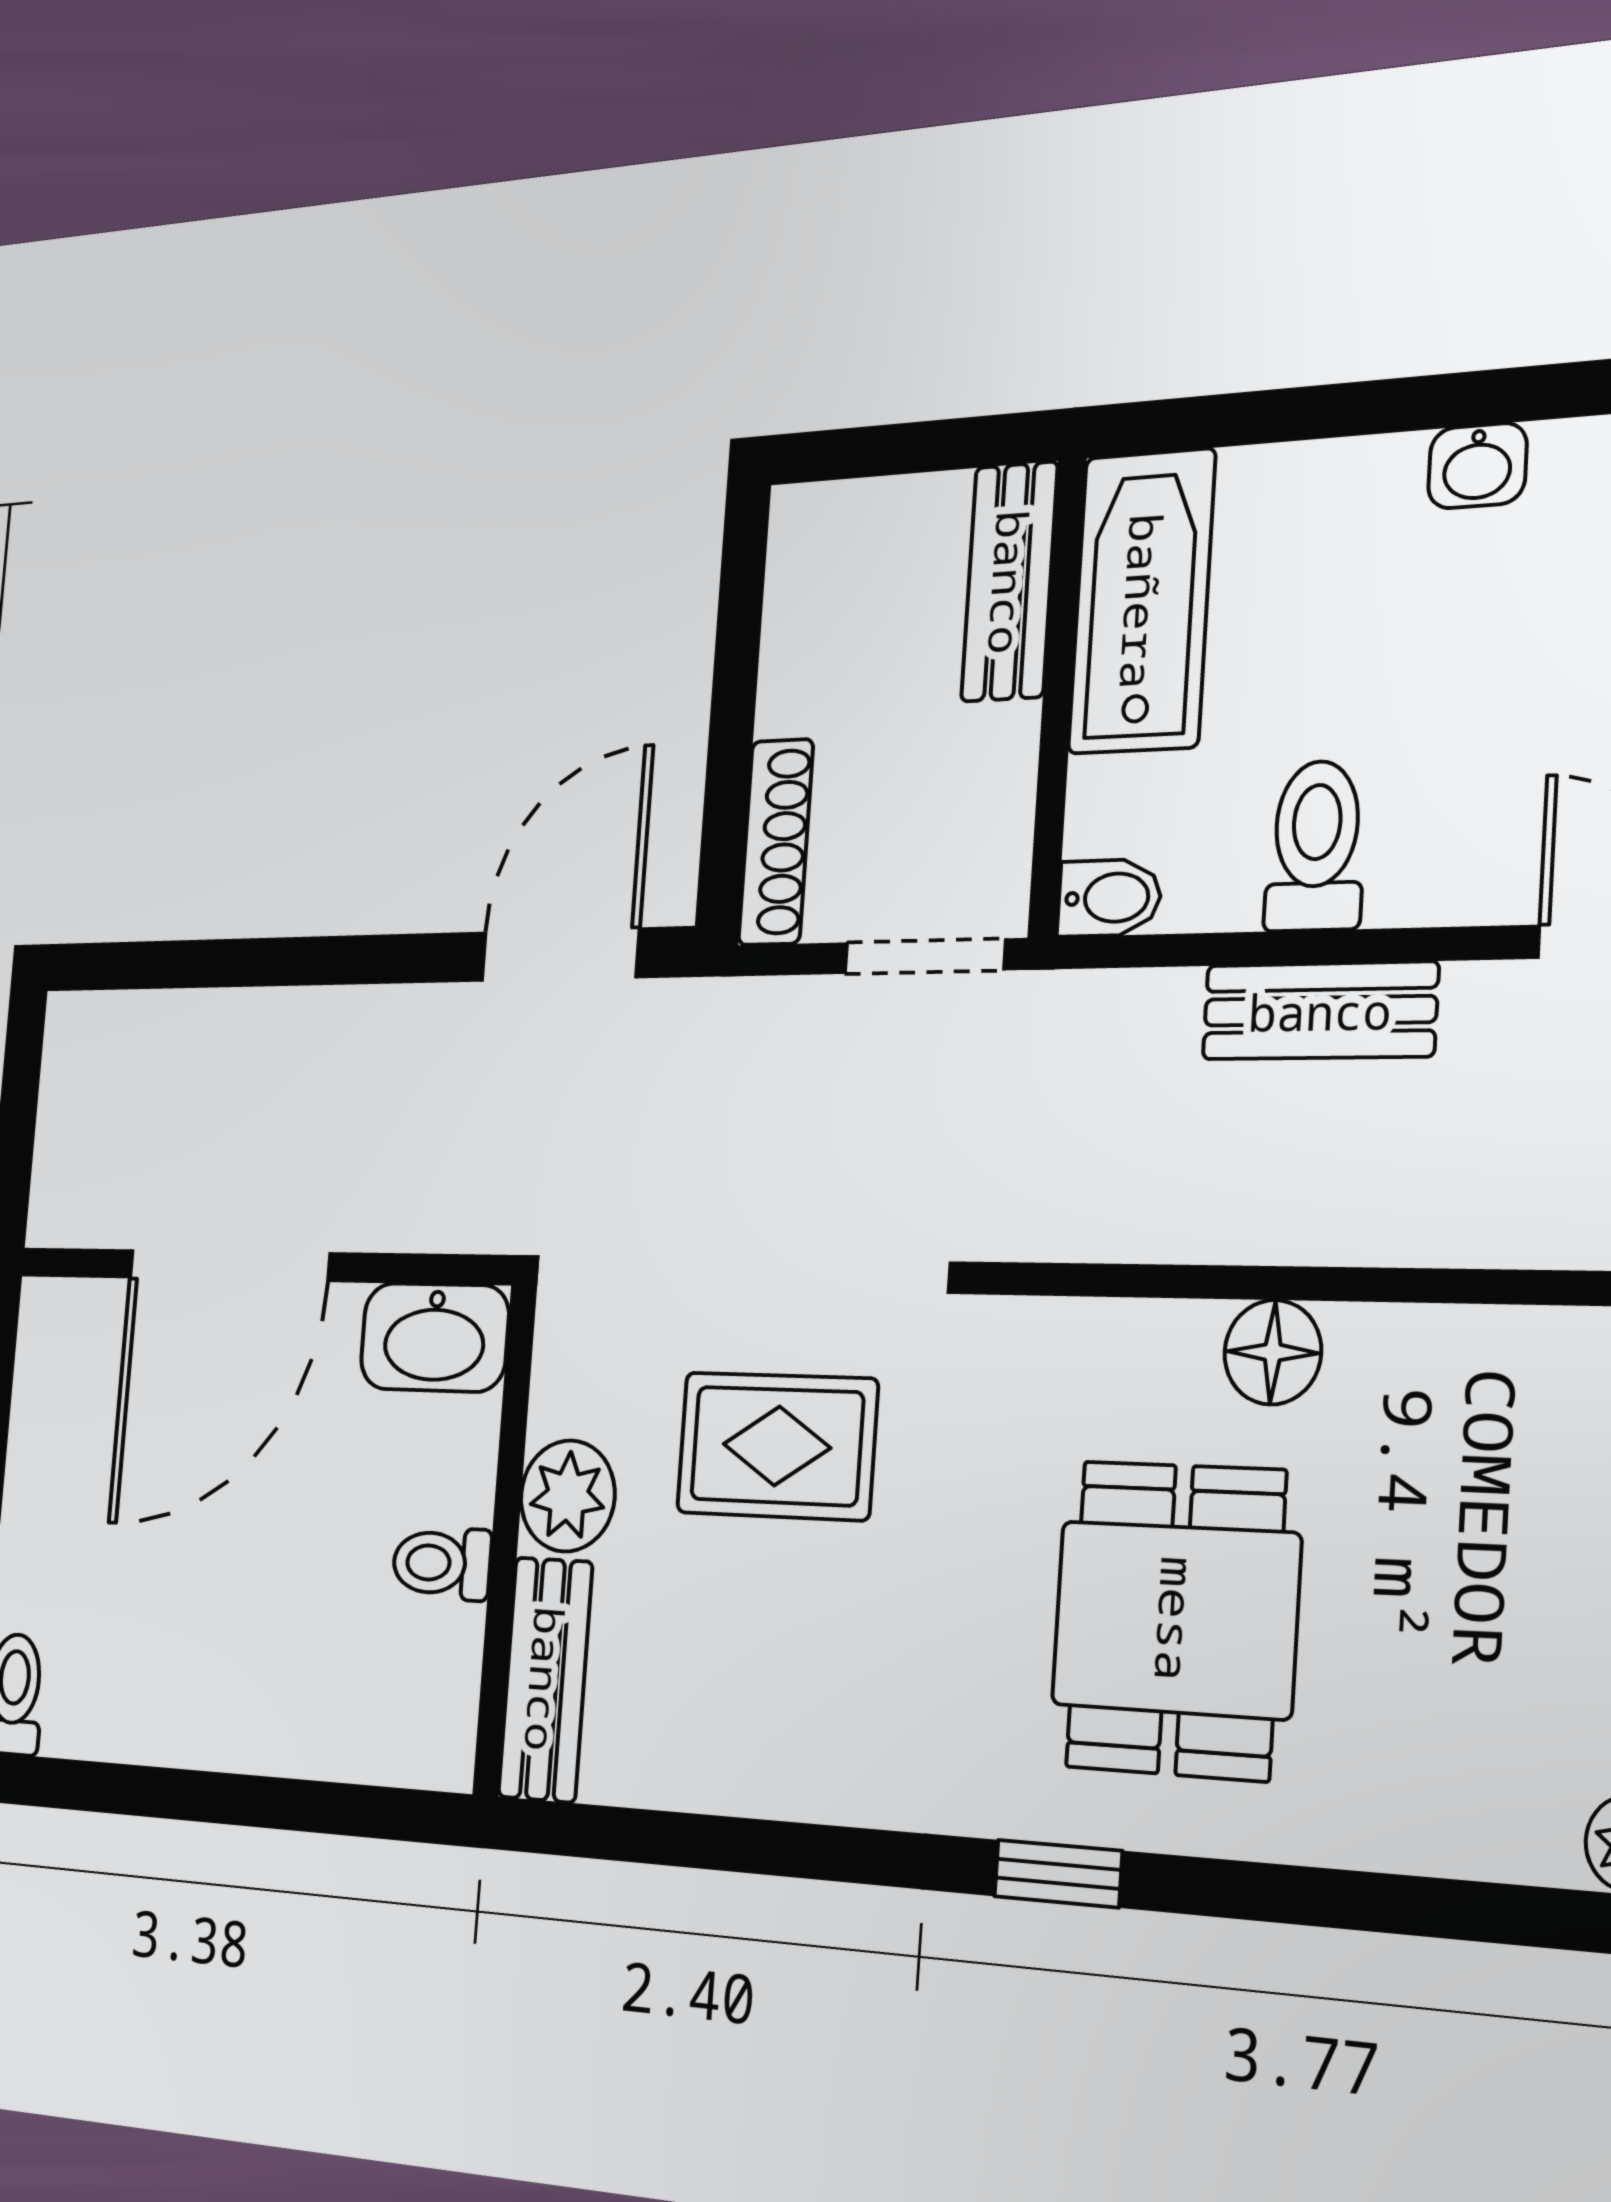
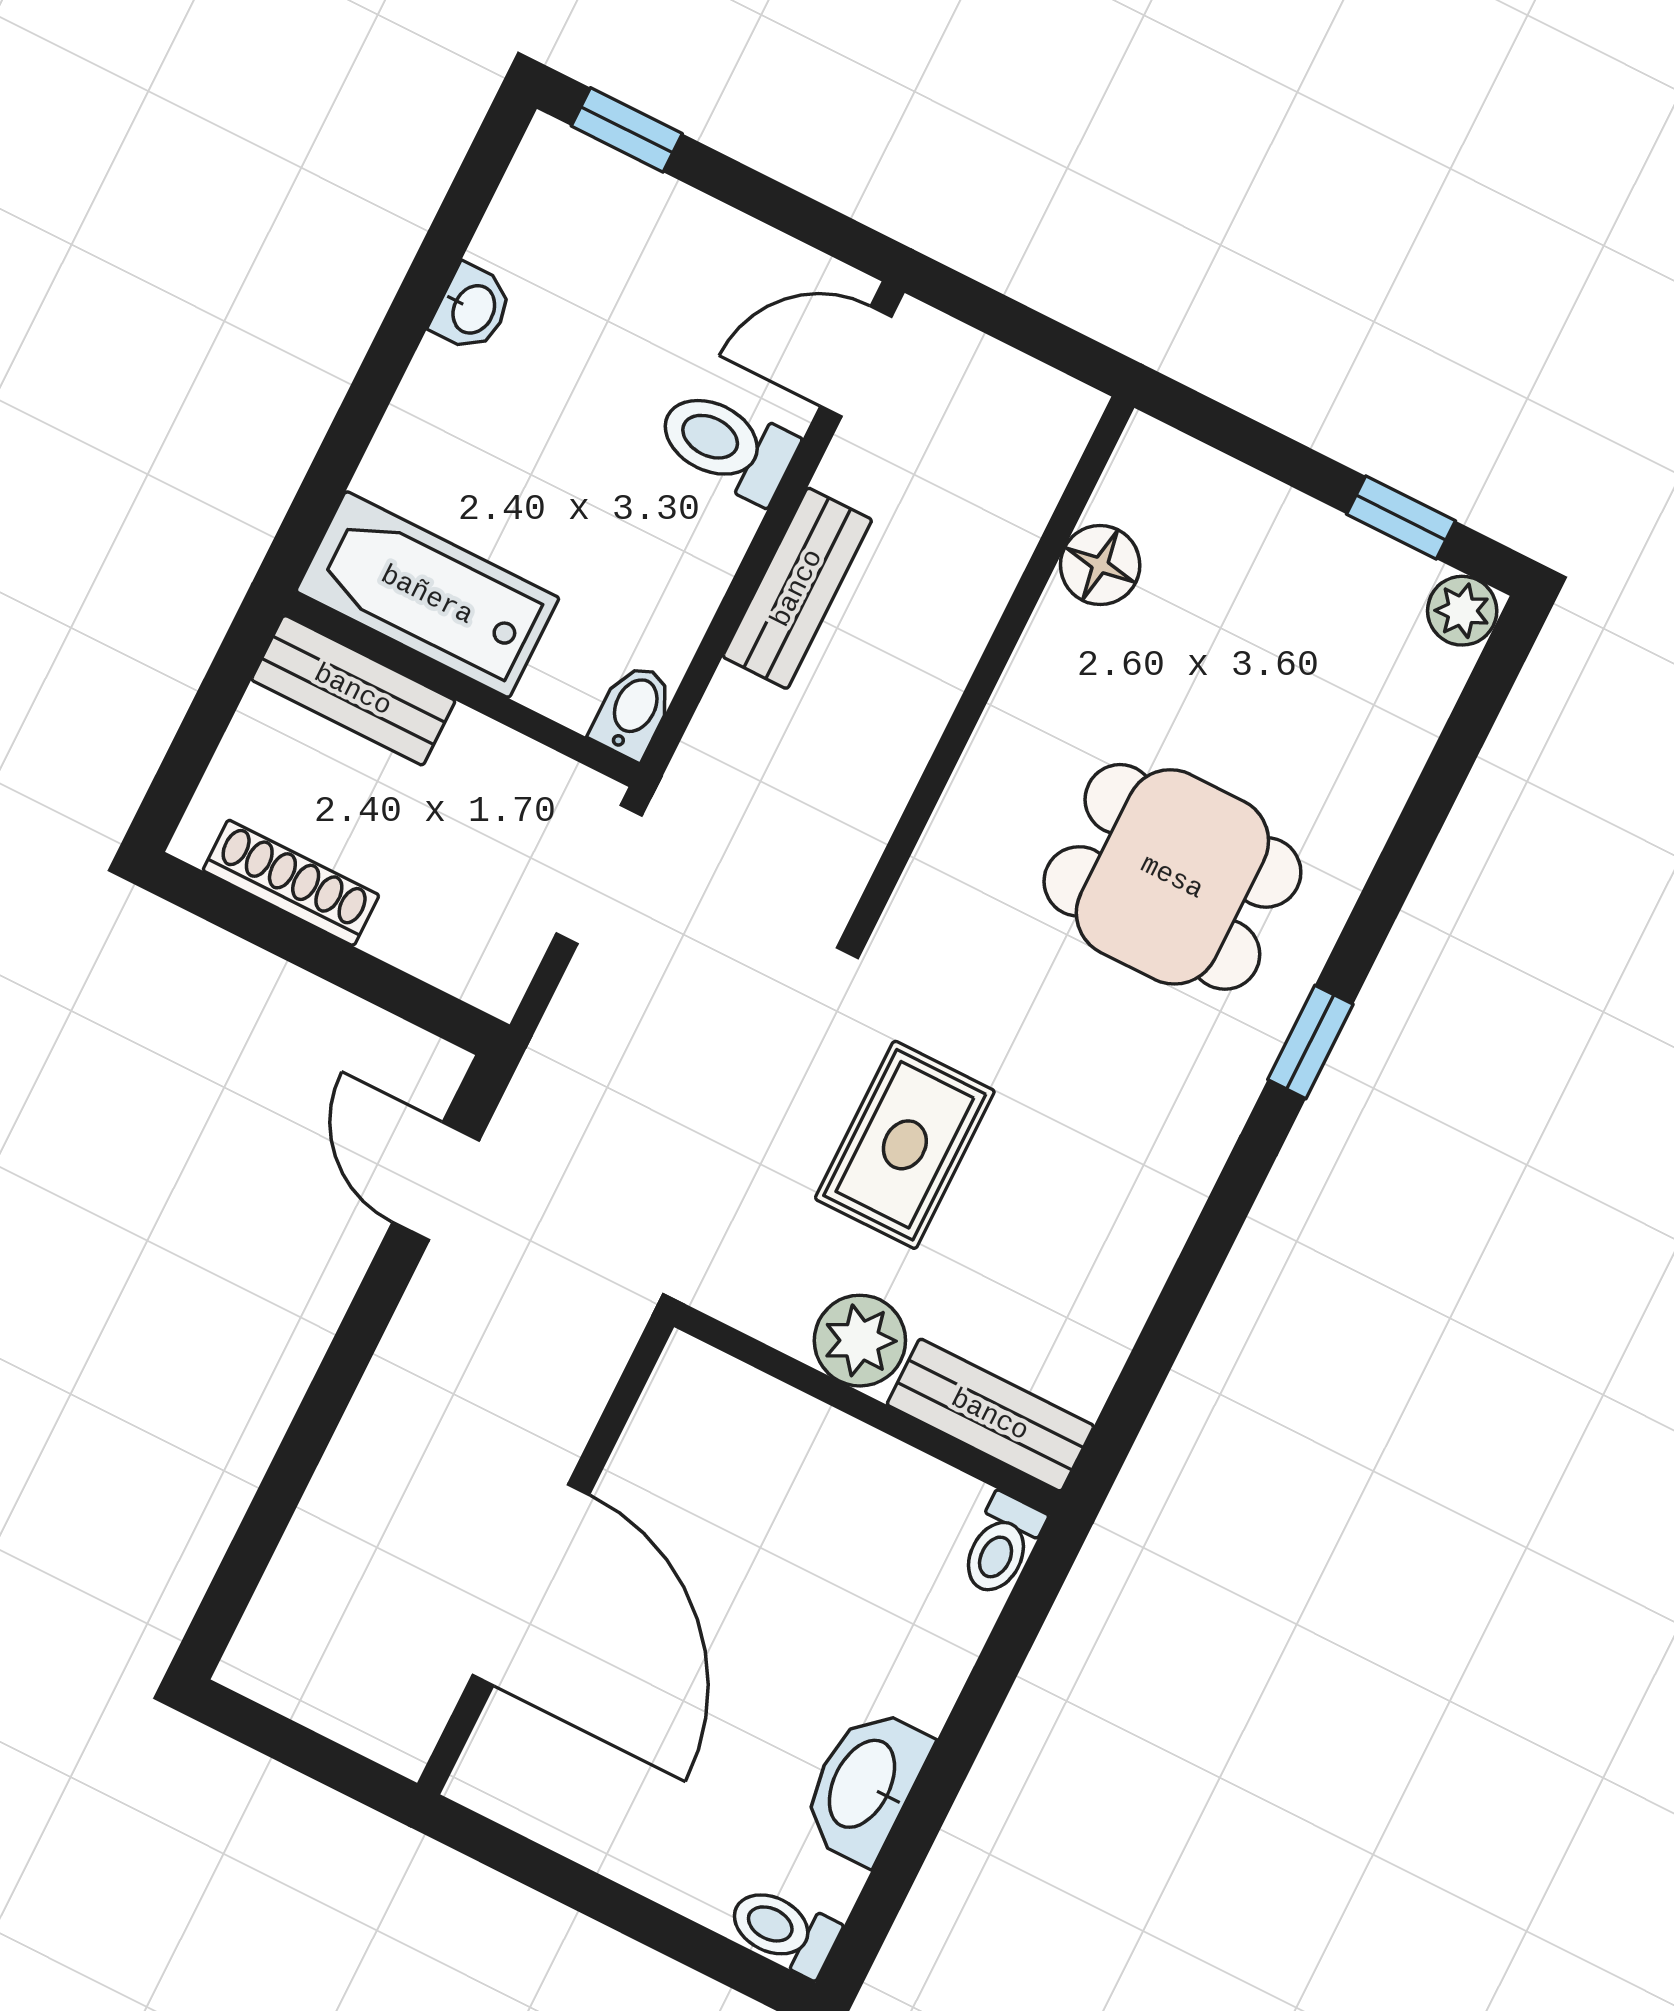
shoe rack: (776, 842) -> (291, 883), moved
toilet: (1316, 846) -> (727, 445), moved
door: (560, 955) -> (436, 1181), width x0.73
washbasin: (434, 1337) -> (864, 1785), moved, turned 180
floor lamp: (1273, 1352) -> (1100, 565), moved
toilet: (442, 1563) -> (1002, 1545), moved

